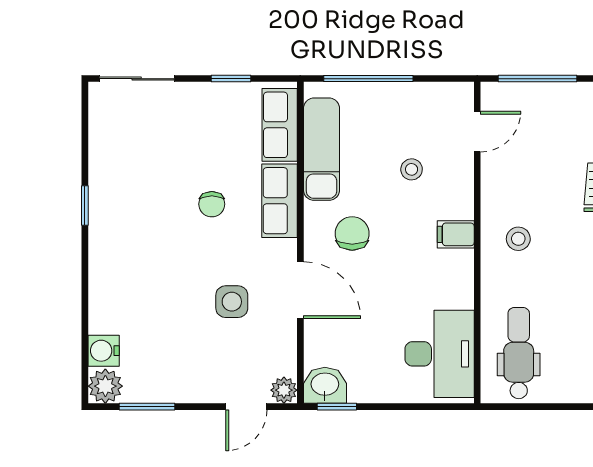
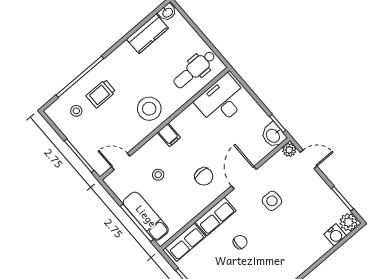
exam couch: (322, 149) -> (146, 216), moved, turned 90
chair: (352, 233) -> (204, 176), turned -90
stool: (518, 239) -> (149, 109), width x1.89, depth x1.89

